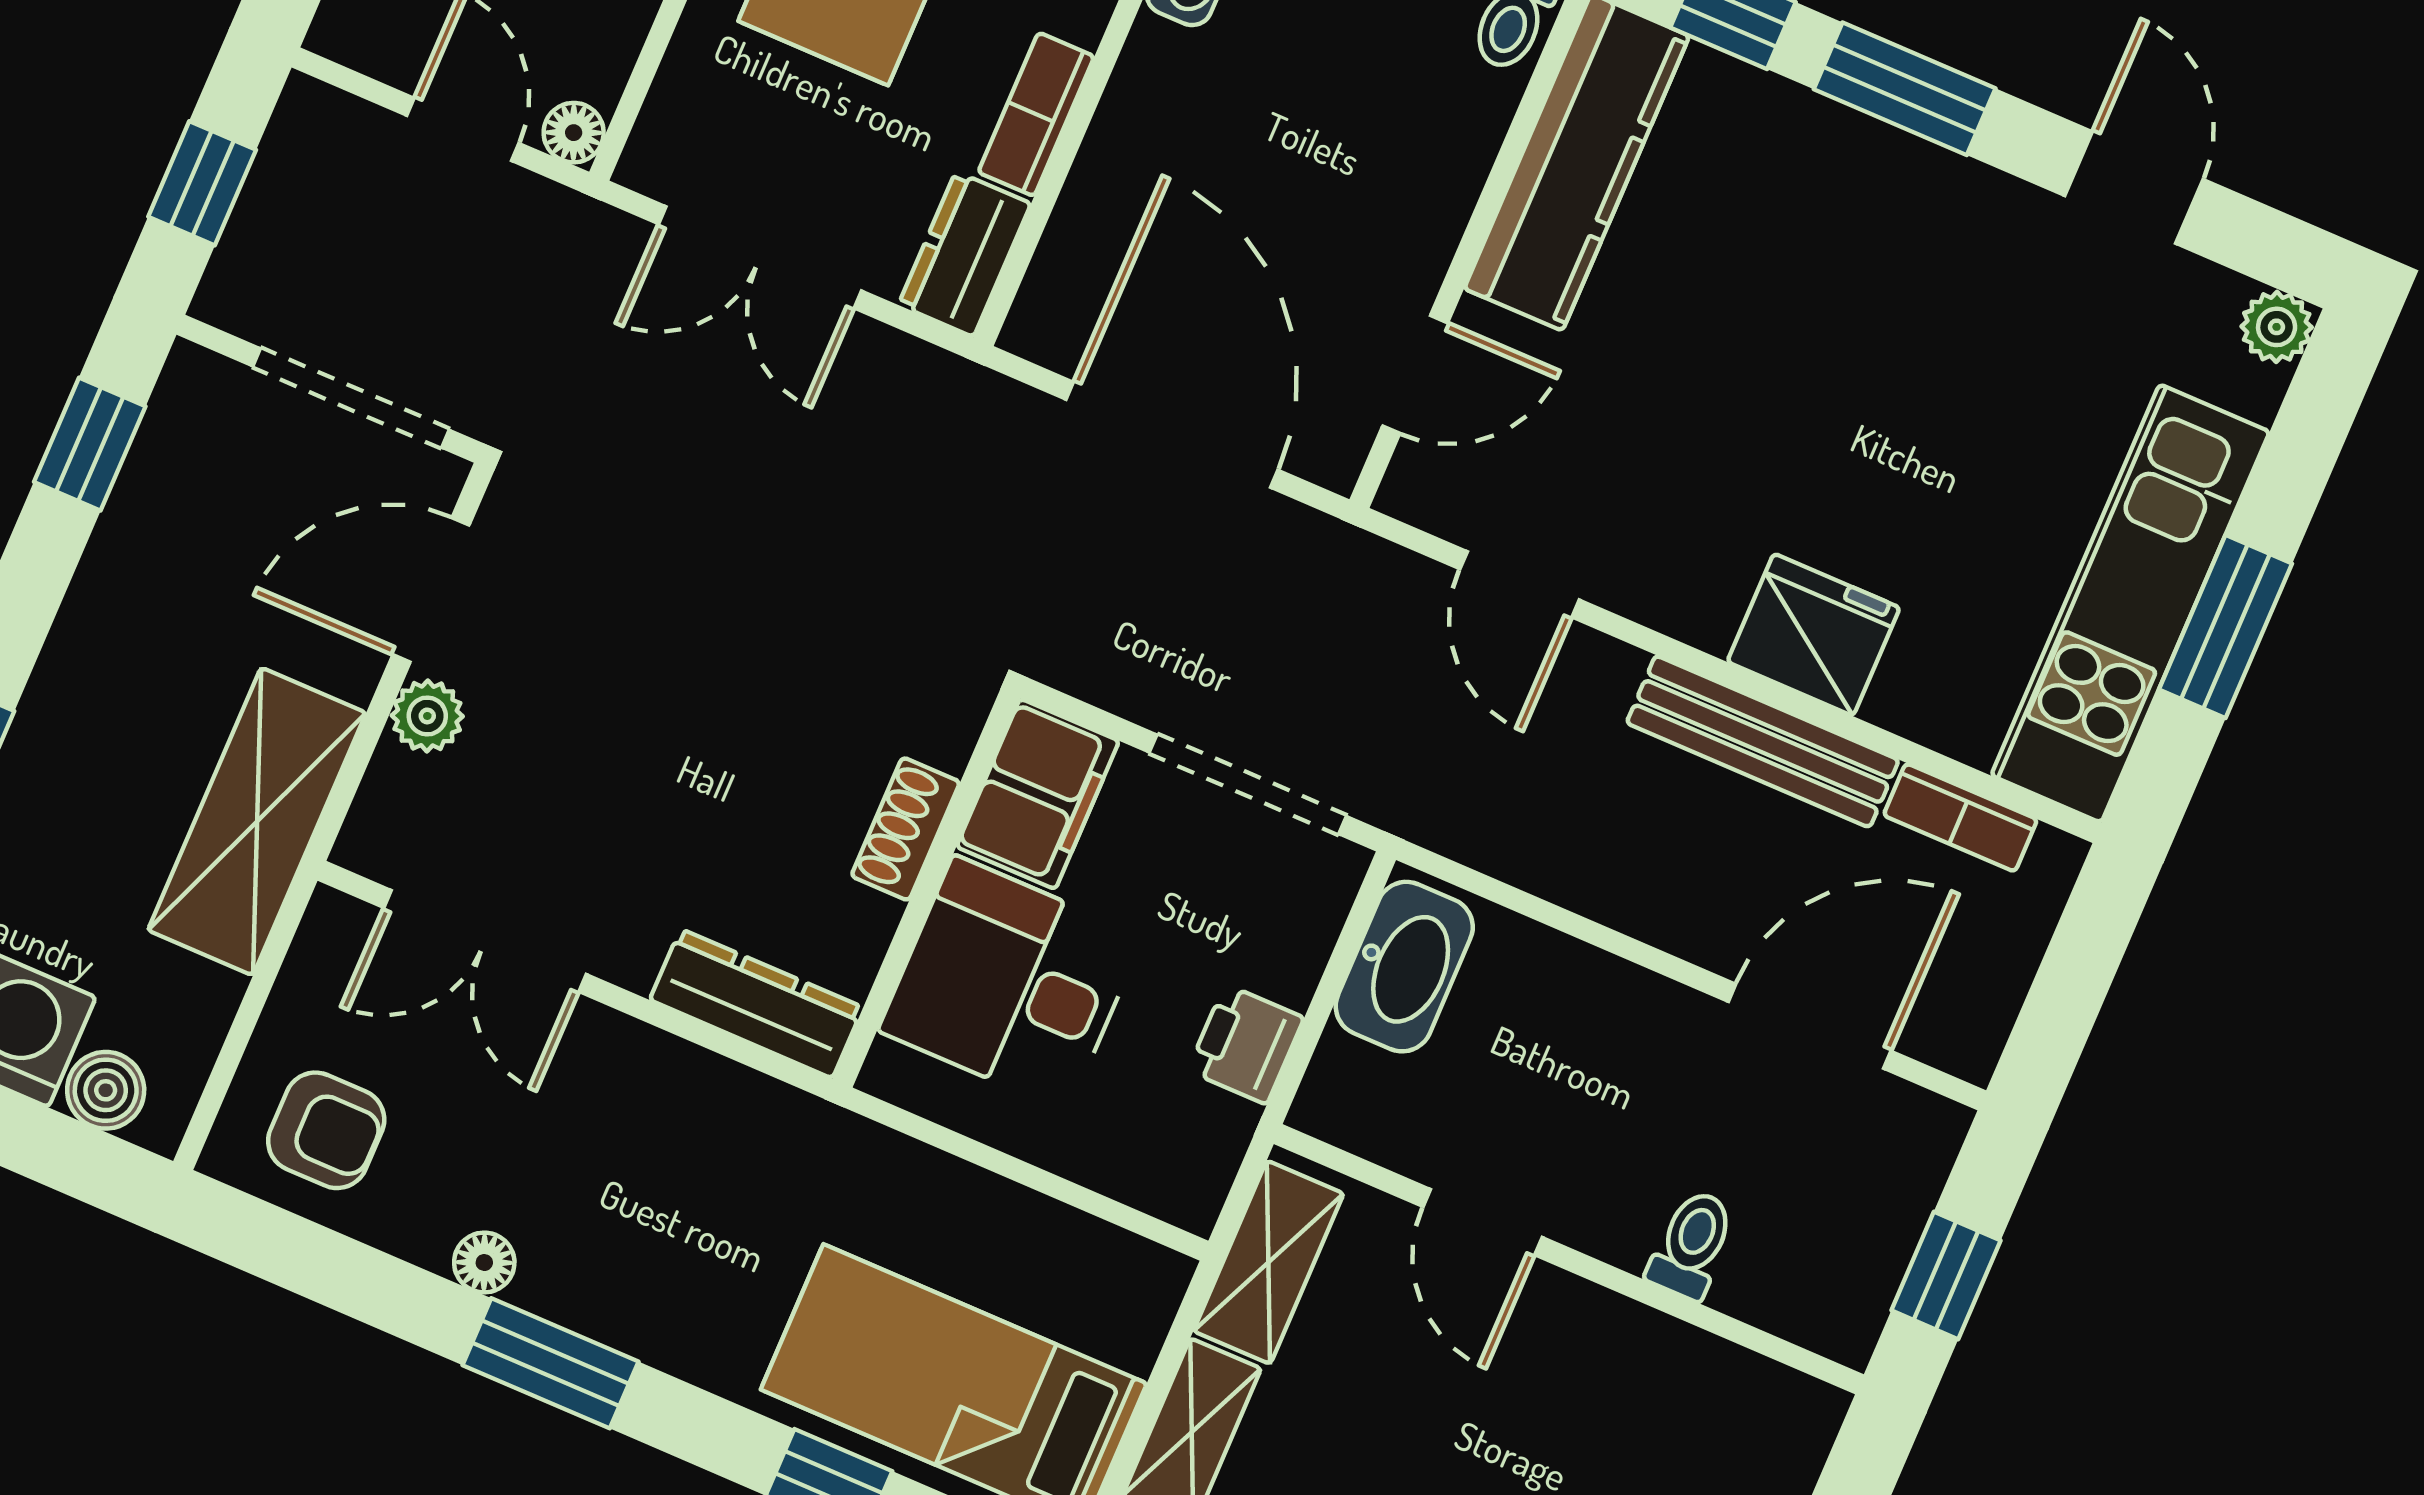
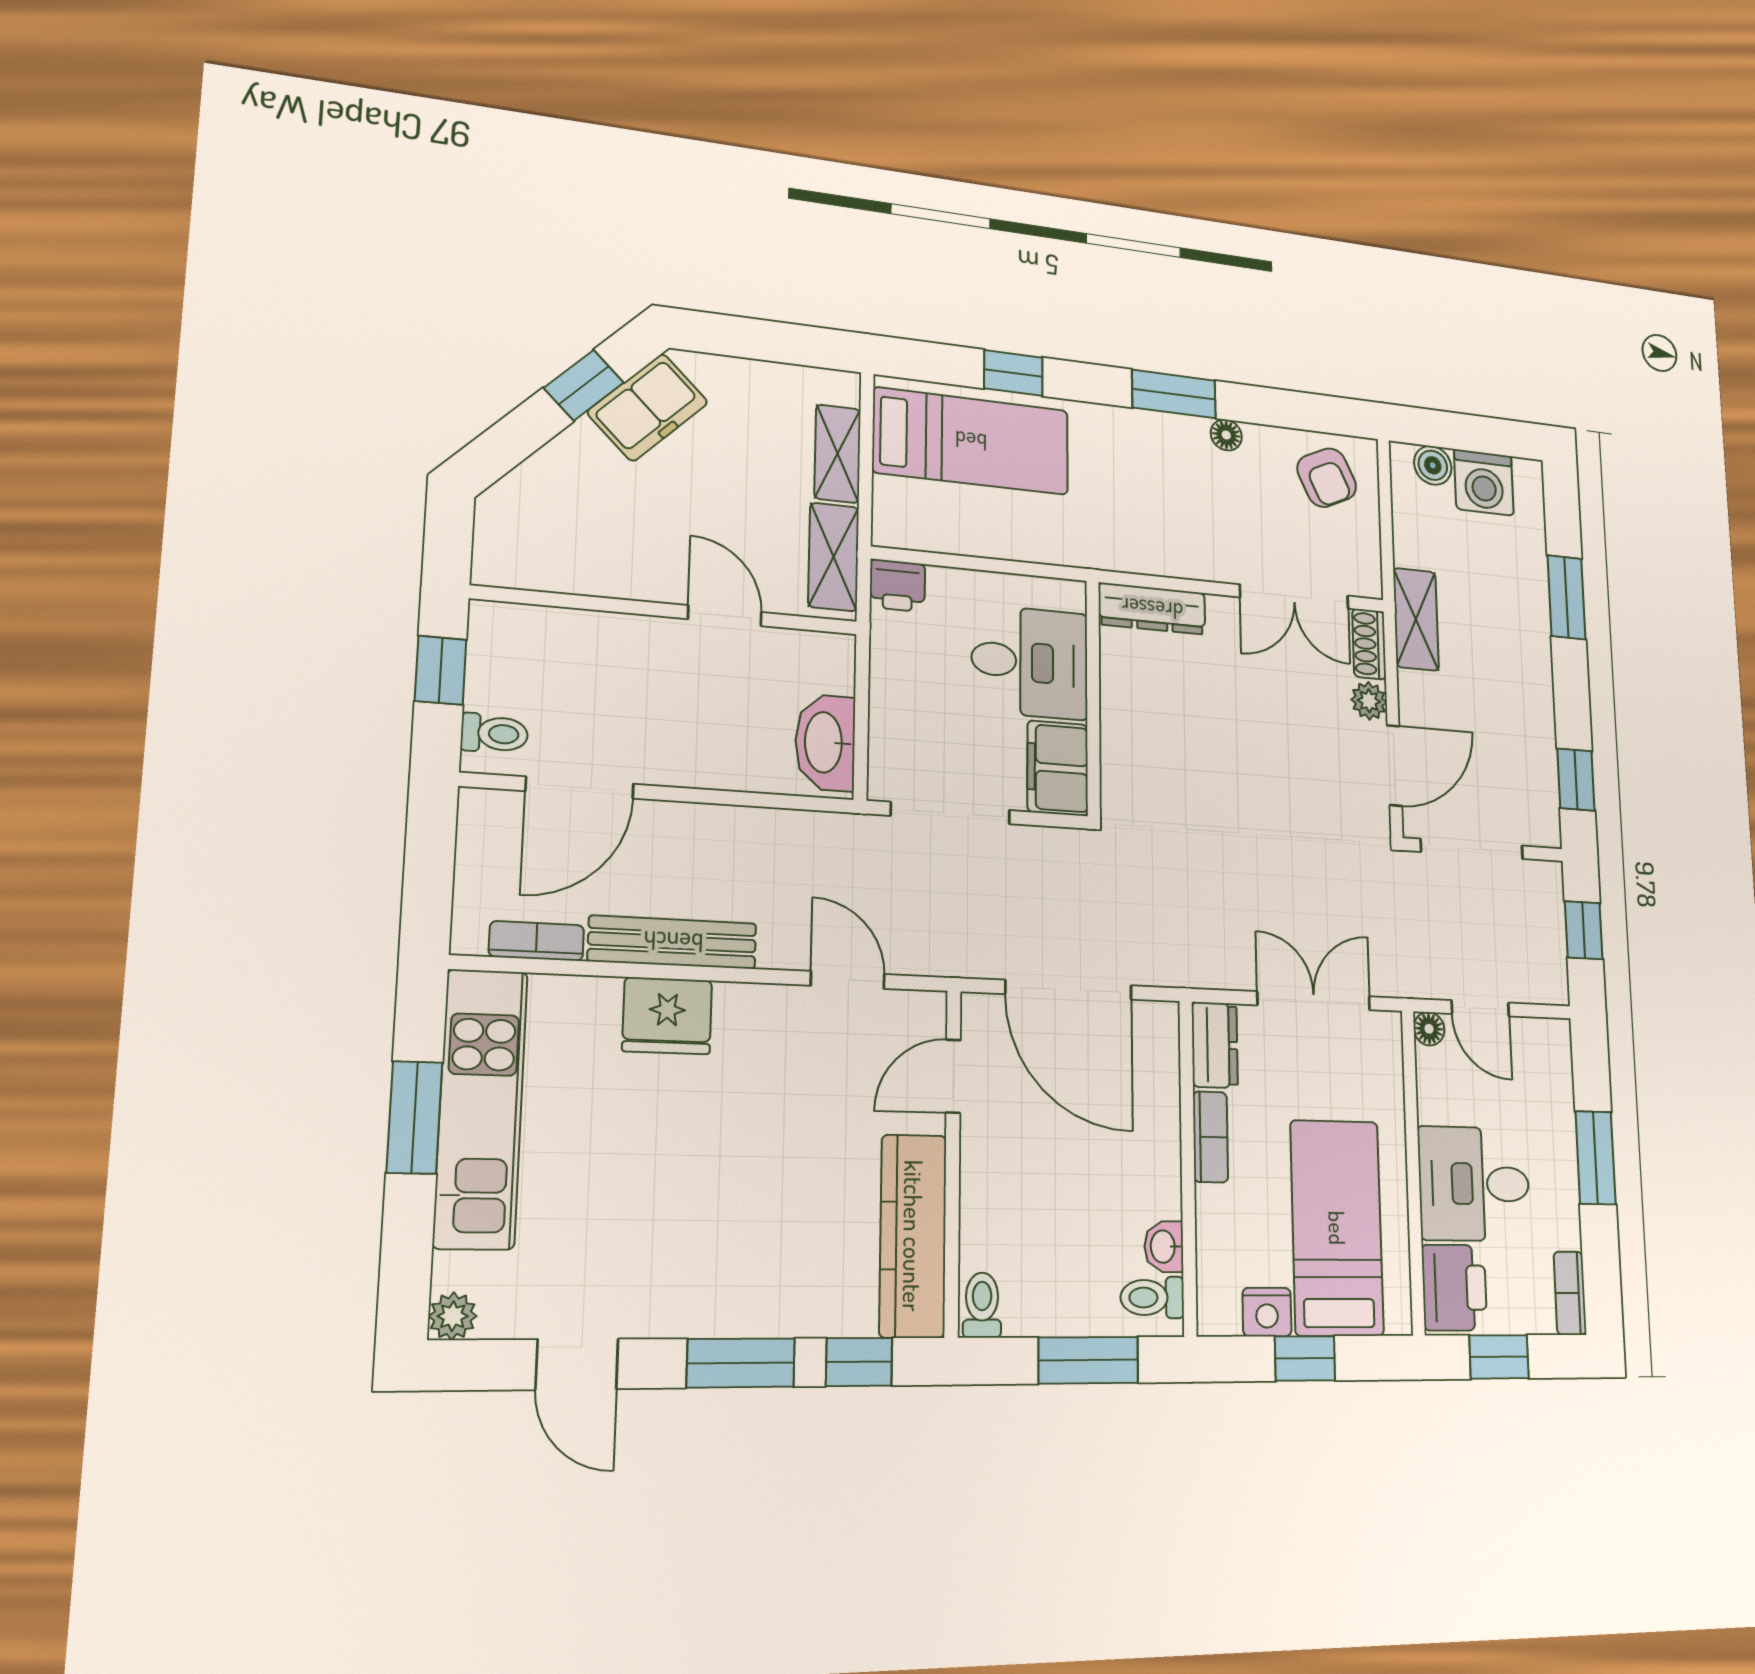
shelving: (257, 821) -> (1416, 619), width x0.67, depth x0.75
shoe rack: (906, 829) -> (1369, 644), moved, turned 180
double door: (485, 941) -> (1294, 597), swing flipped
printer: (1246, 1044) -> (897, 586), moved, turned 90
armchair: (326, 1130) -> (1327, 478), turned -115
toilet: (1692, 1245) -> (494, 733), moved, turned -90

